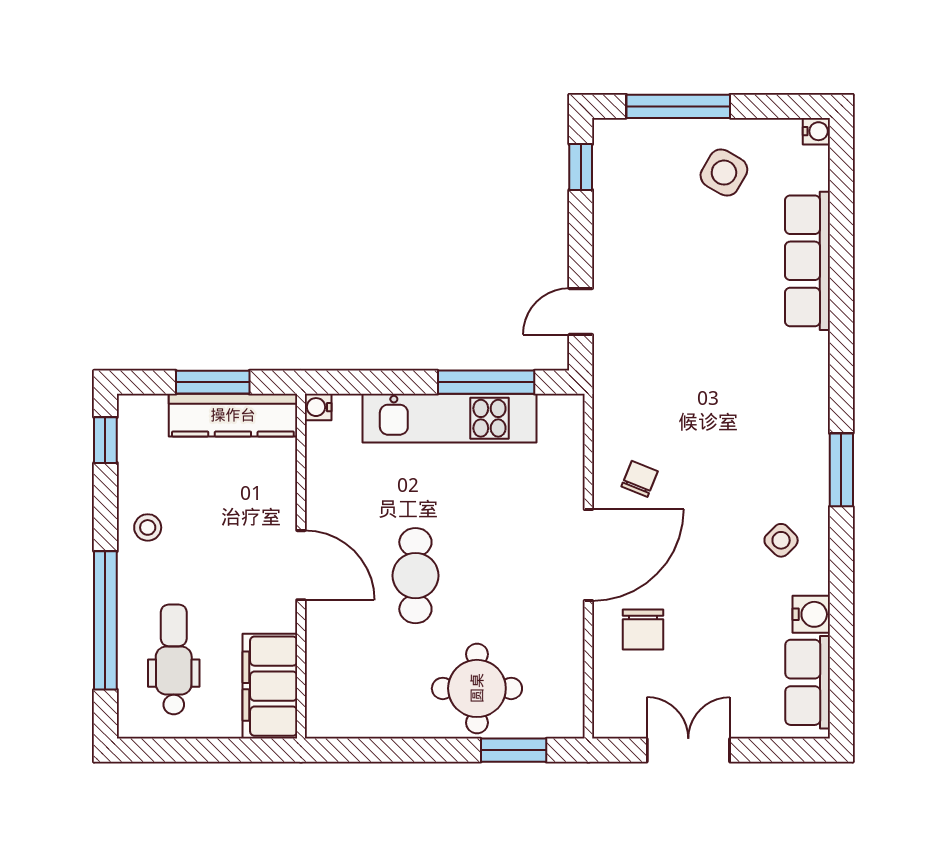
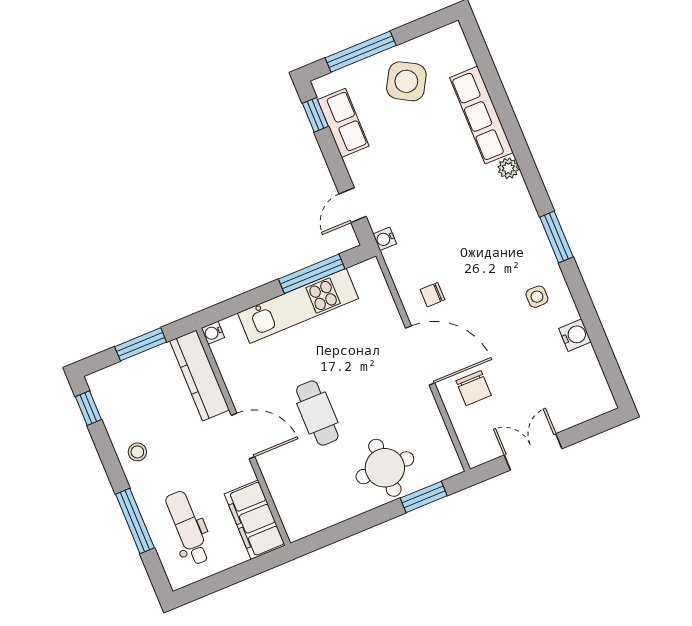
water cooler: (816, 131) -> (385, 239), moved, turned 180
side table: (724, 173) -> (406, 81), width x1.37, depth x1.37
plant: (814, 349) -> (508, 168), added
kitchen counter: (233, 415) -> (200, 375), moved, turned 90
chair: (640, 479) -> (433, 295), turned -112
side table: (781, 540) -> (537, 297), turned 45
door: (588, 555) -> (420, 356), hinge flipped
window: (105, 620) -> (135, 521), width x0.68
row of seats: (808, 682) -> (343, 123), moved, turned 180

